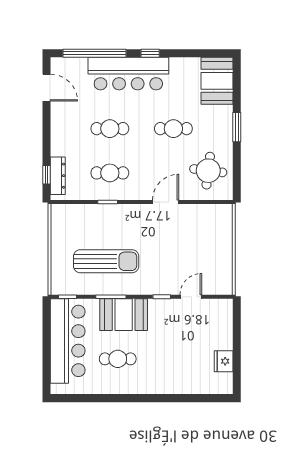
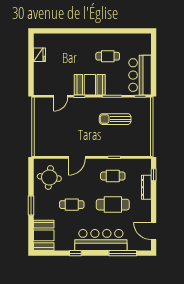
window: (94, 53) -> (123, 253), width x0.68
window: (150, 53) -> (75, 253), moved
cafe table: (110, 129) -> (113, 205), width x1.37, depth x1.35
dresser: (58, 176) -> (146, 187), moved
sun lounger: (106, 261) -> (115, 119), width x0.73, depth x0.75
booth: (124, 315) -> (90, 85), moved
bar counter: (68, 341) -> (140, 75), width x0.73

